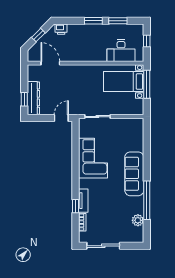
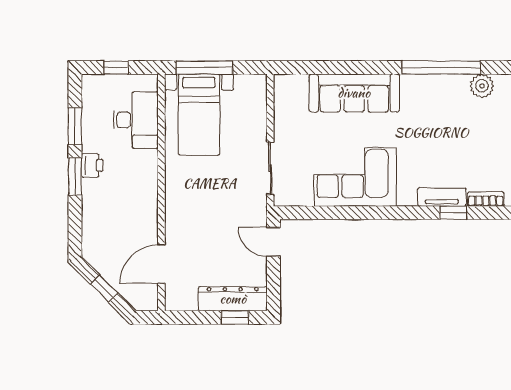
printer: (61, 29) -> (92, 165), moved
sofa: (134, 174) -> (354, 93), moved

